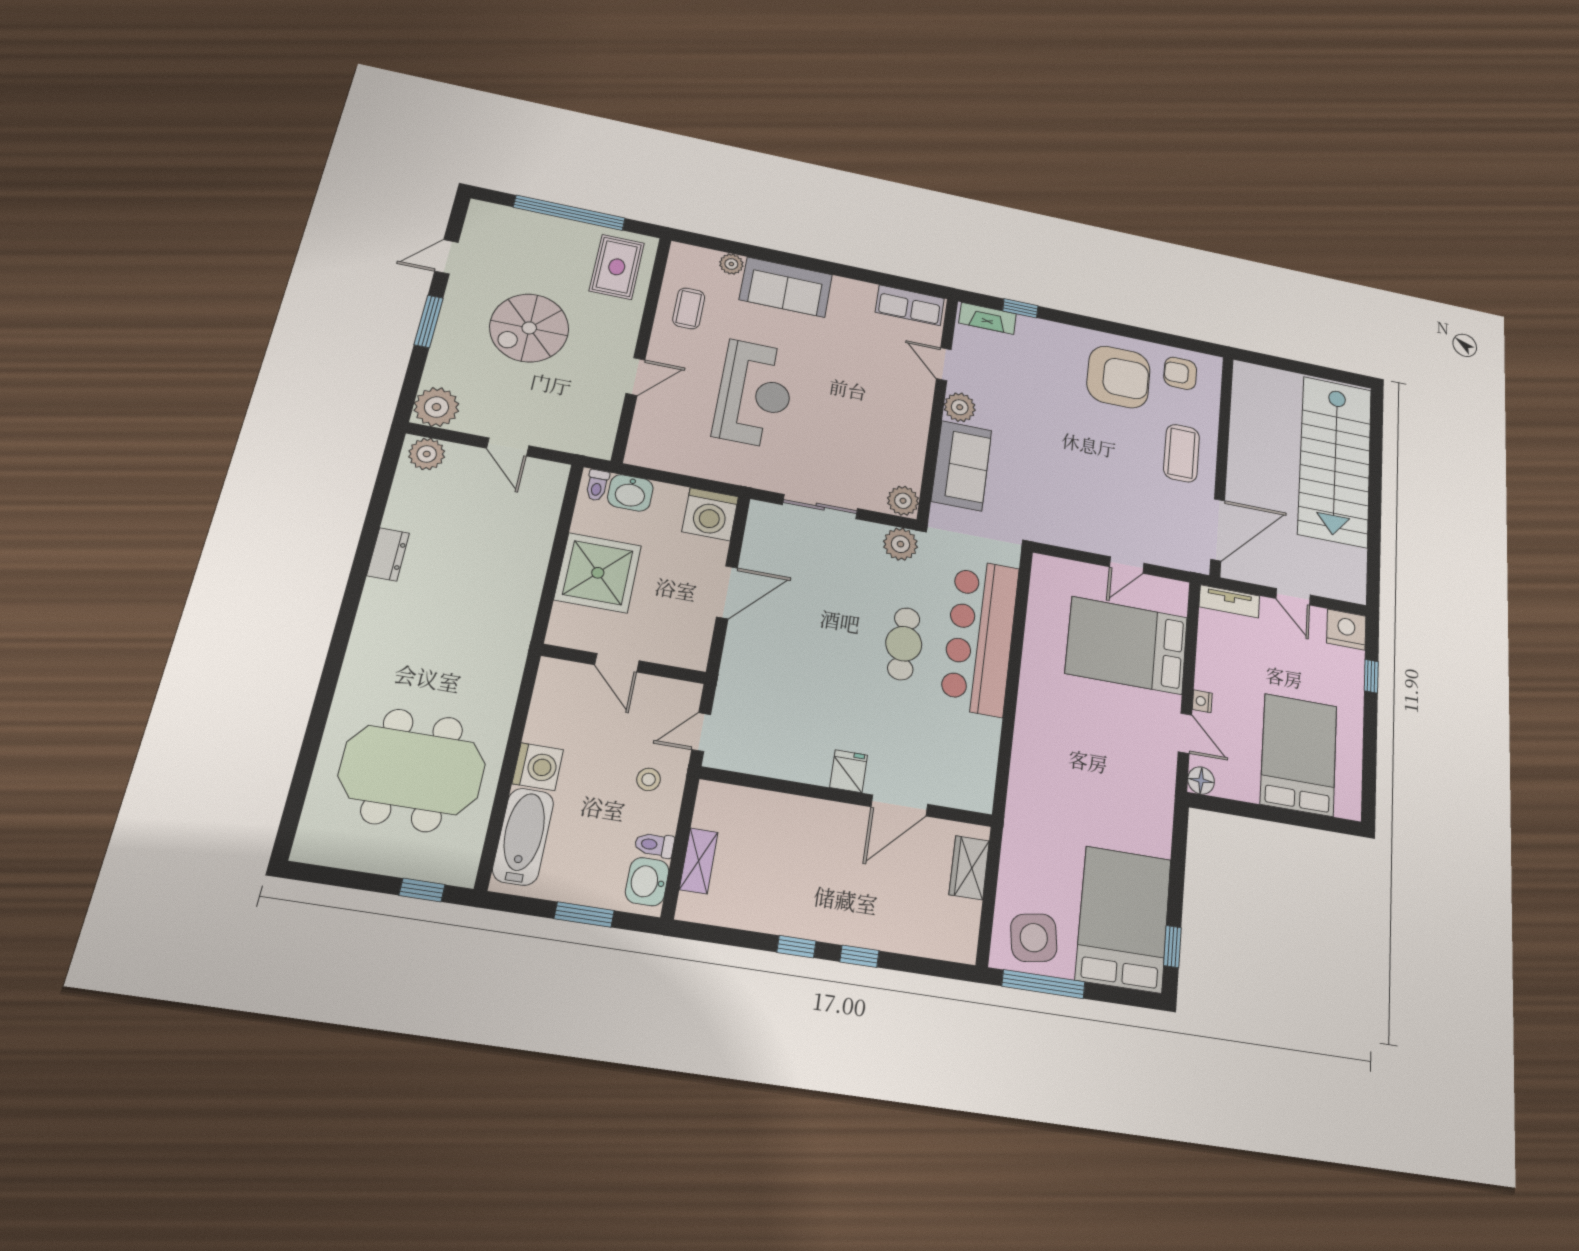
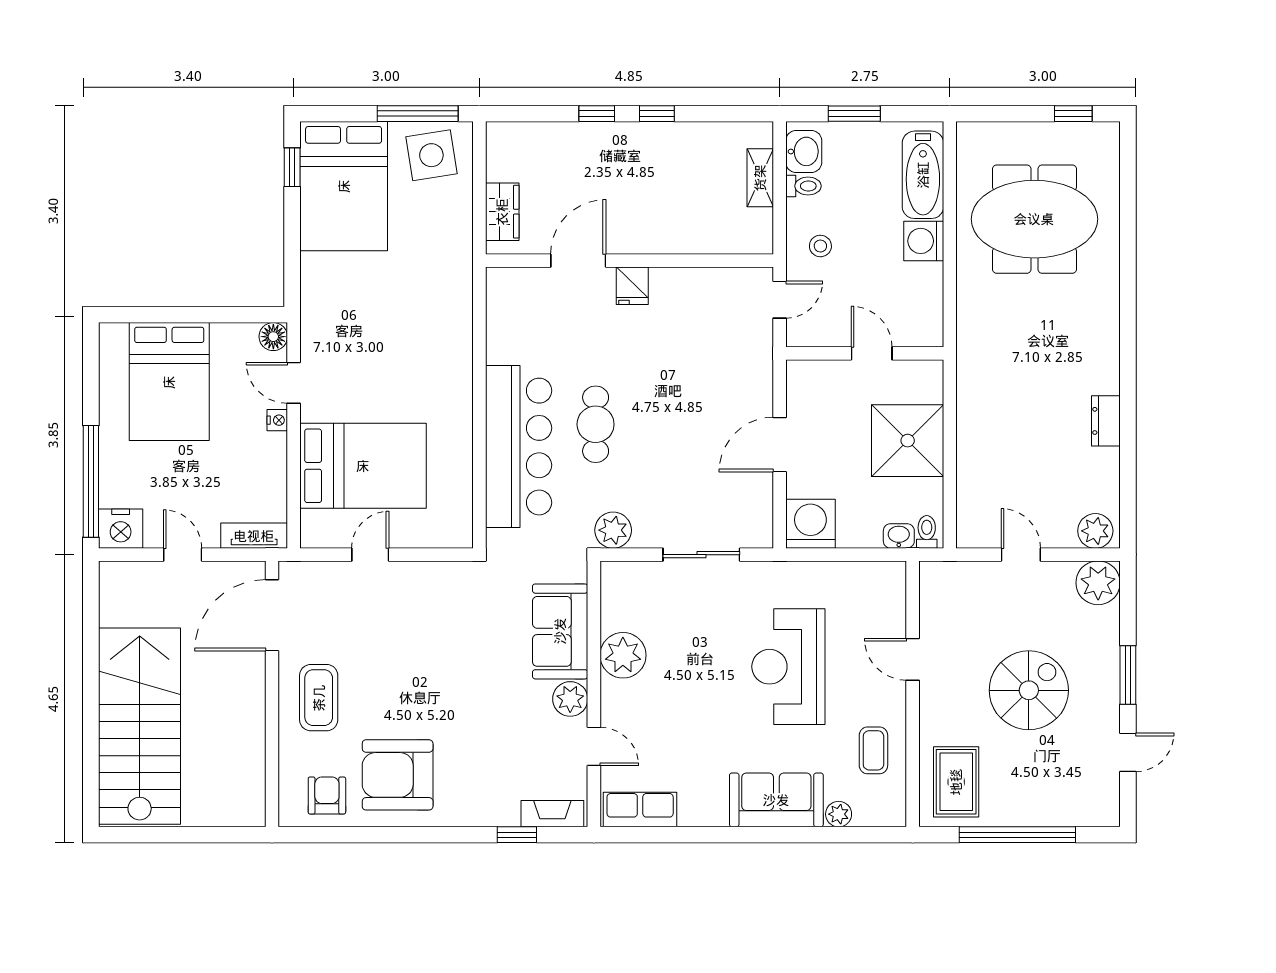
armchair: (1180, 373) -> (327, 795), turned -90
door: (635, 377) -> (913, 659), hinge flipped
washbasin: (630, 493) -> (899, 536), width x0.72, depth x0.69
plant: (903, 501) -> (623, 655), moved, width x1.36, depth x1.36
window: (1371, 676) -> (91, 481), width x3.17
window: (422, 890) -> (1073, 114), moved

